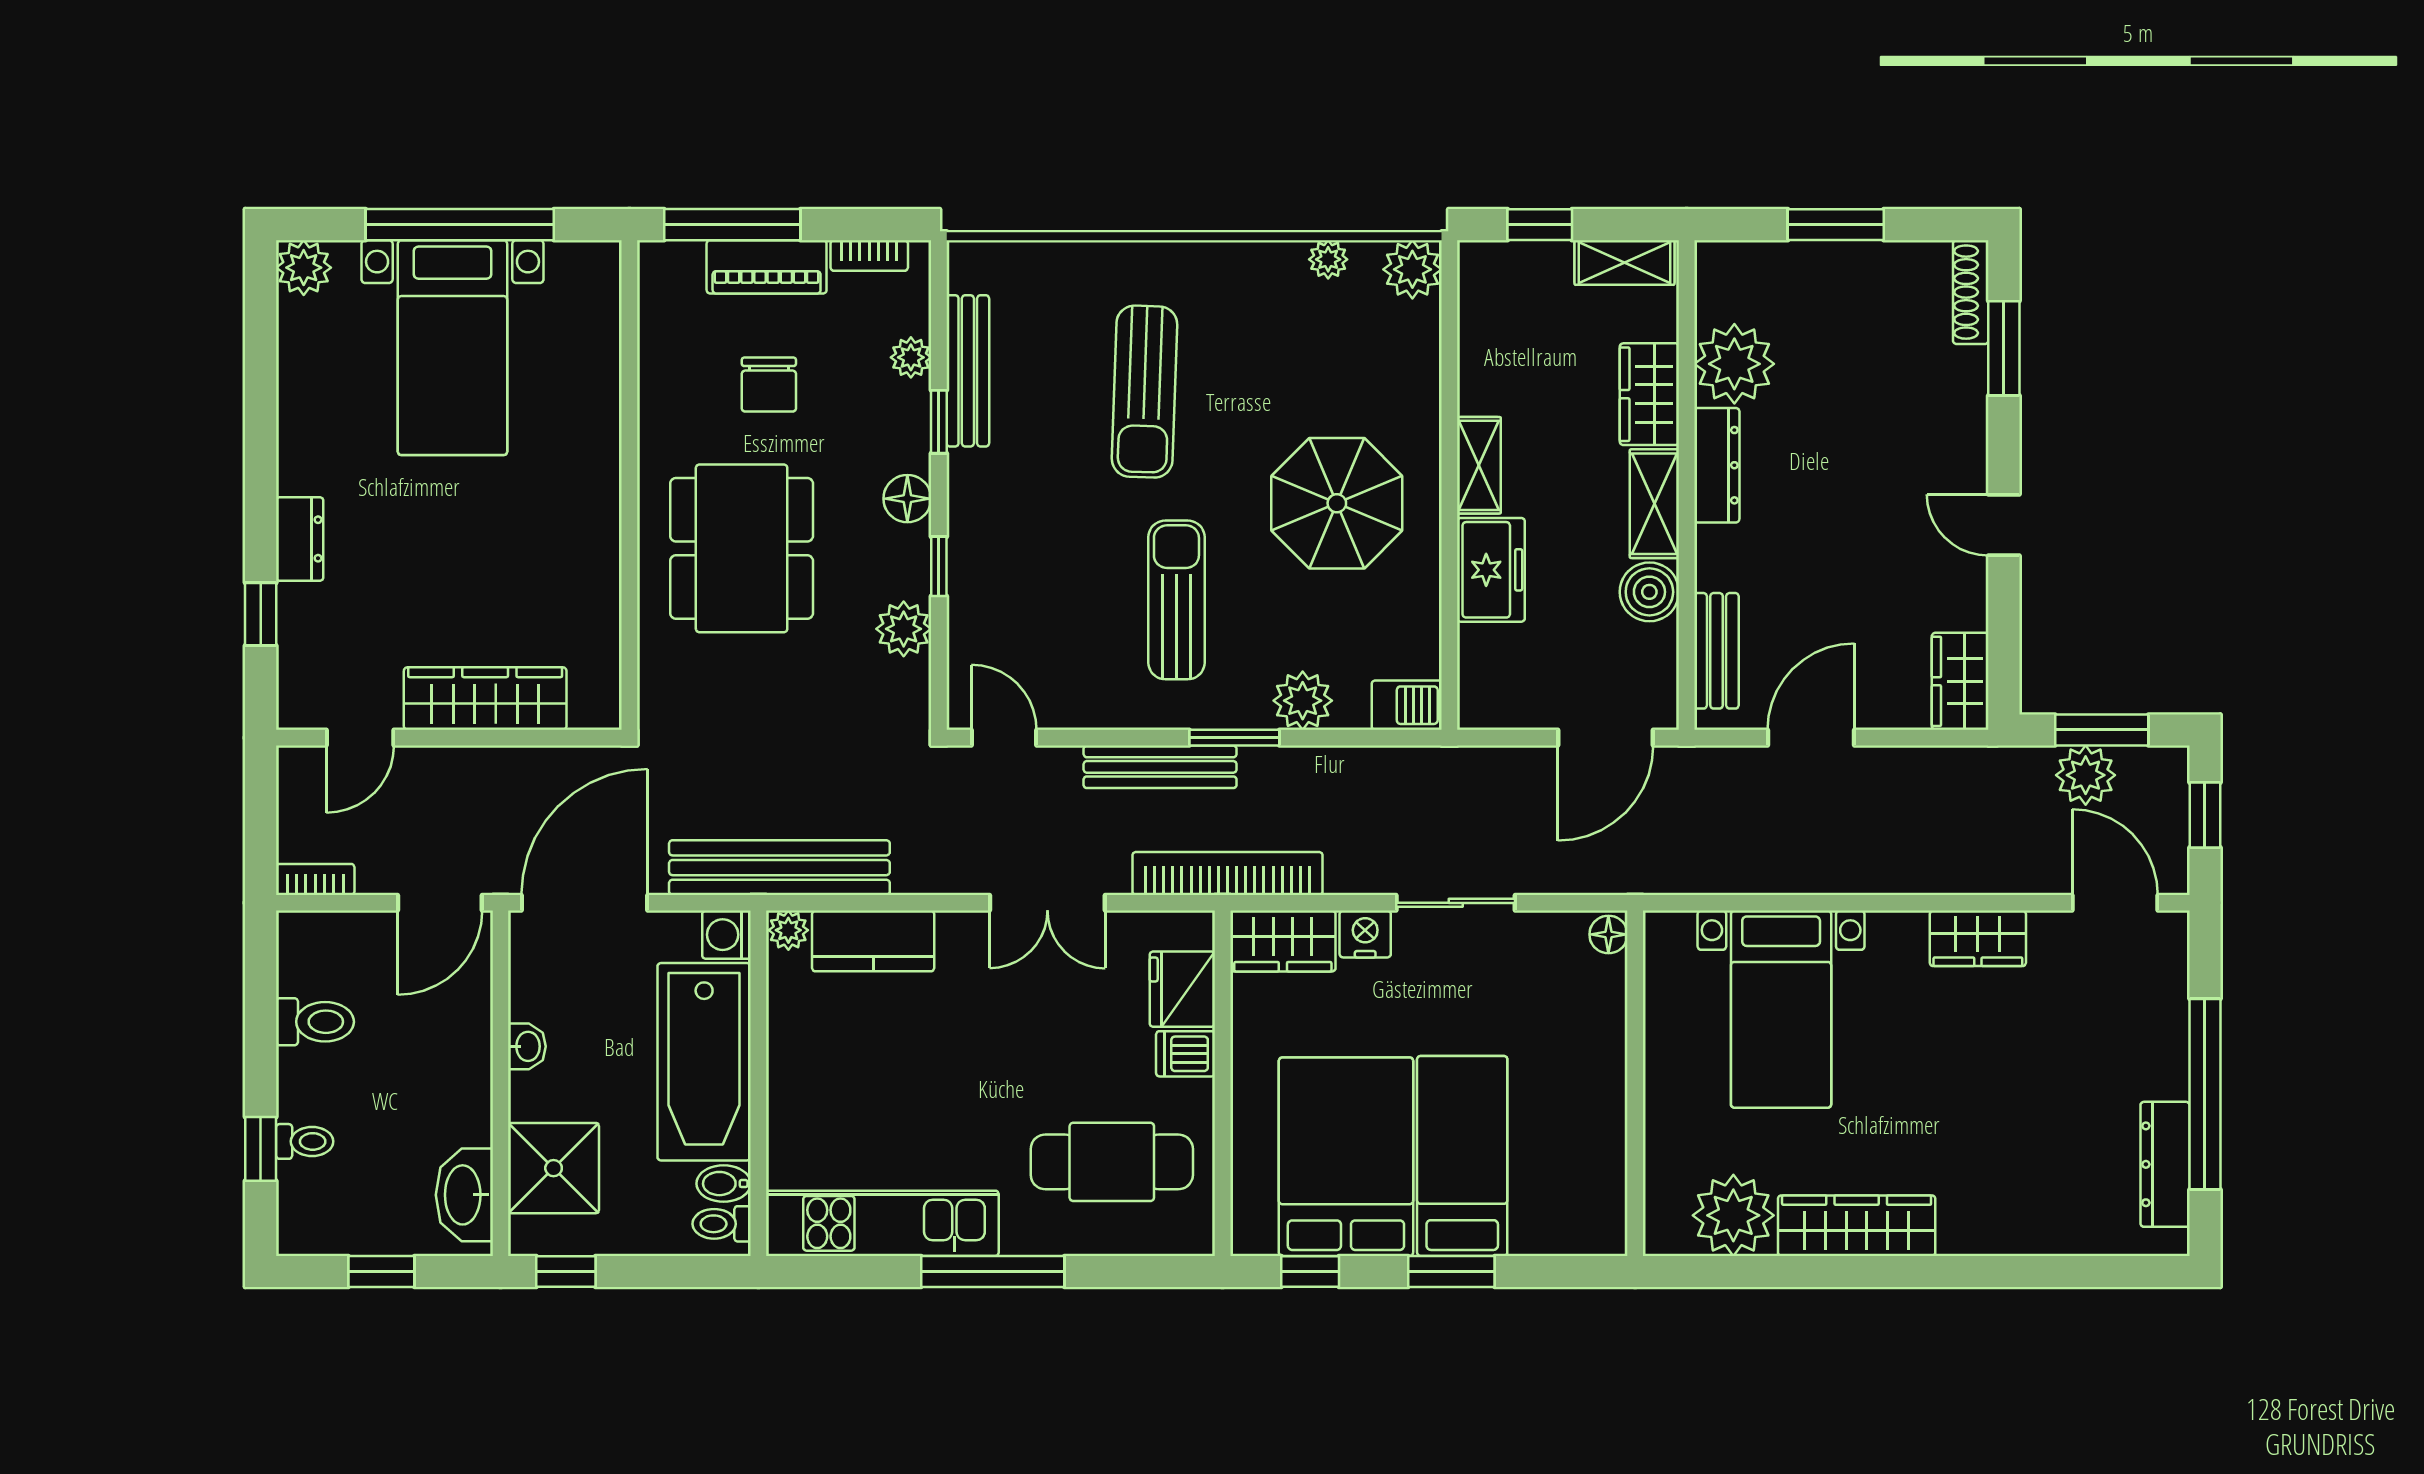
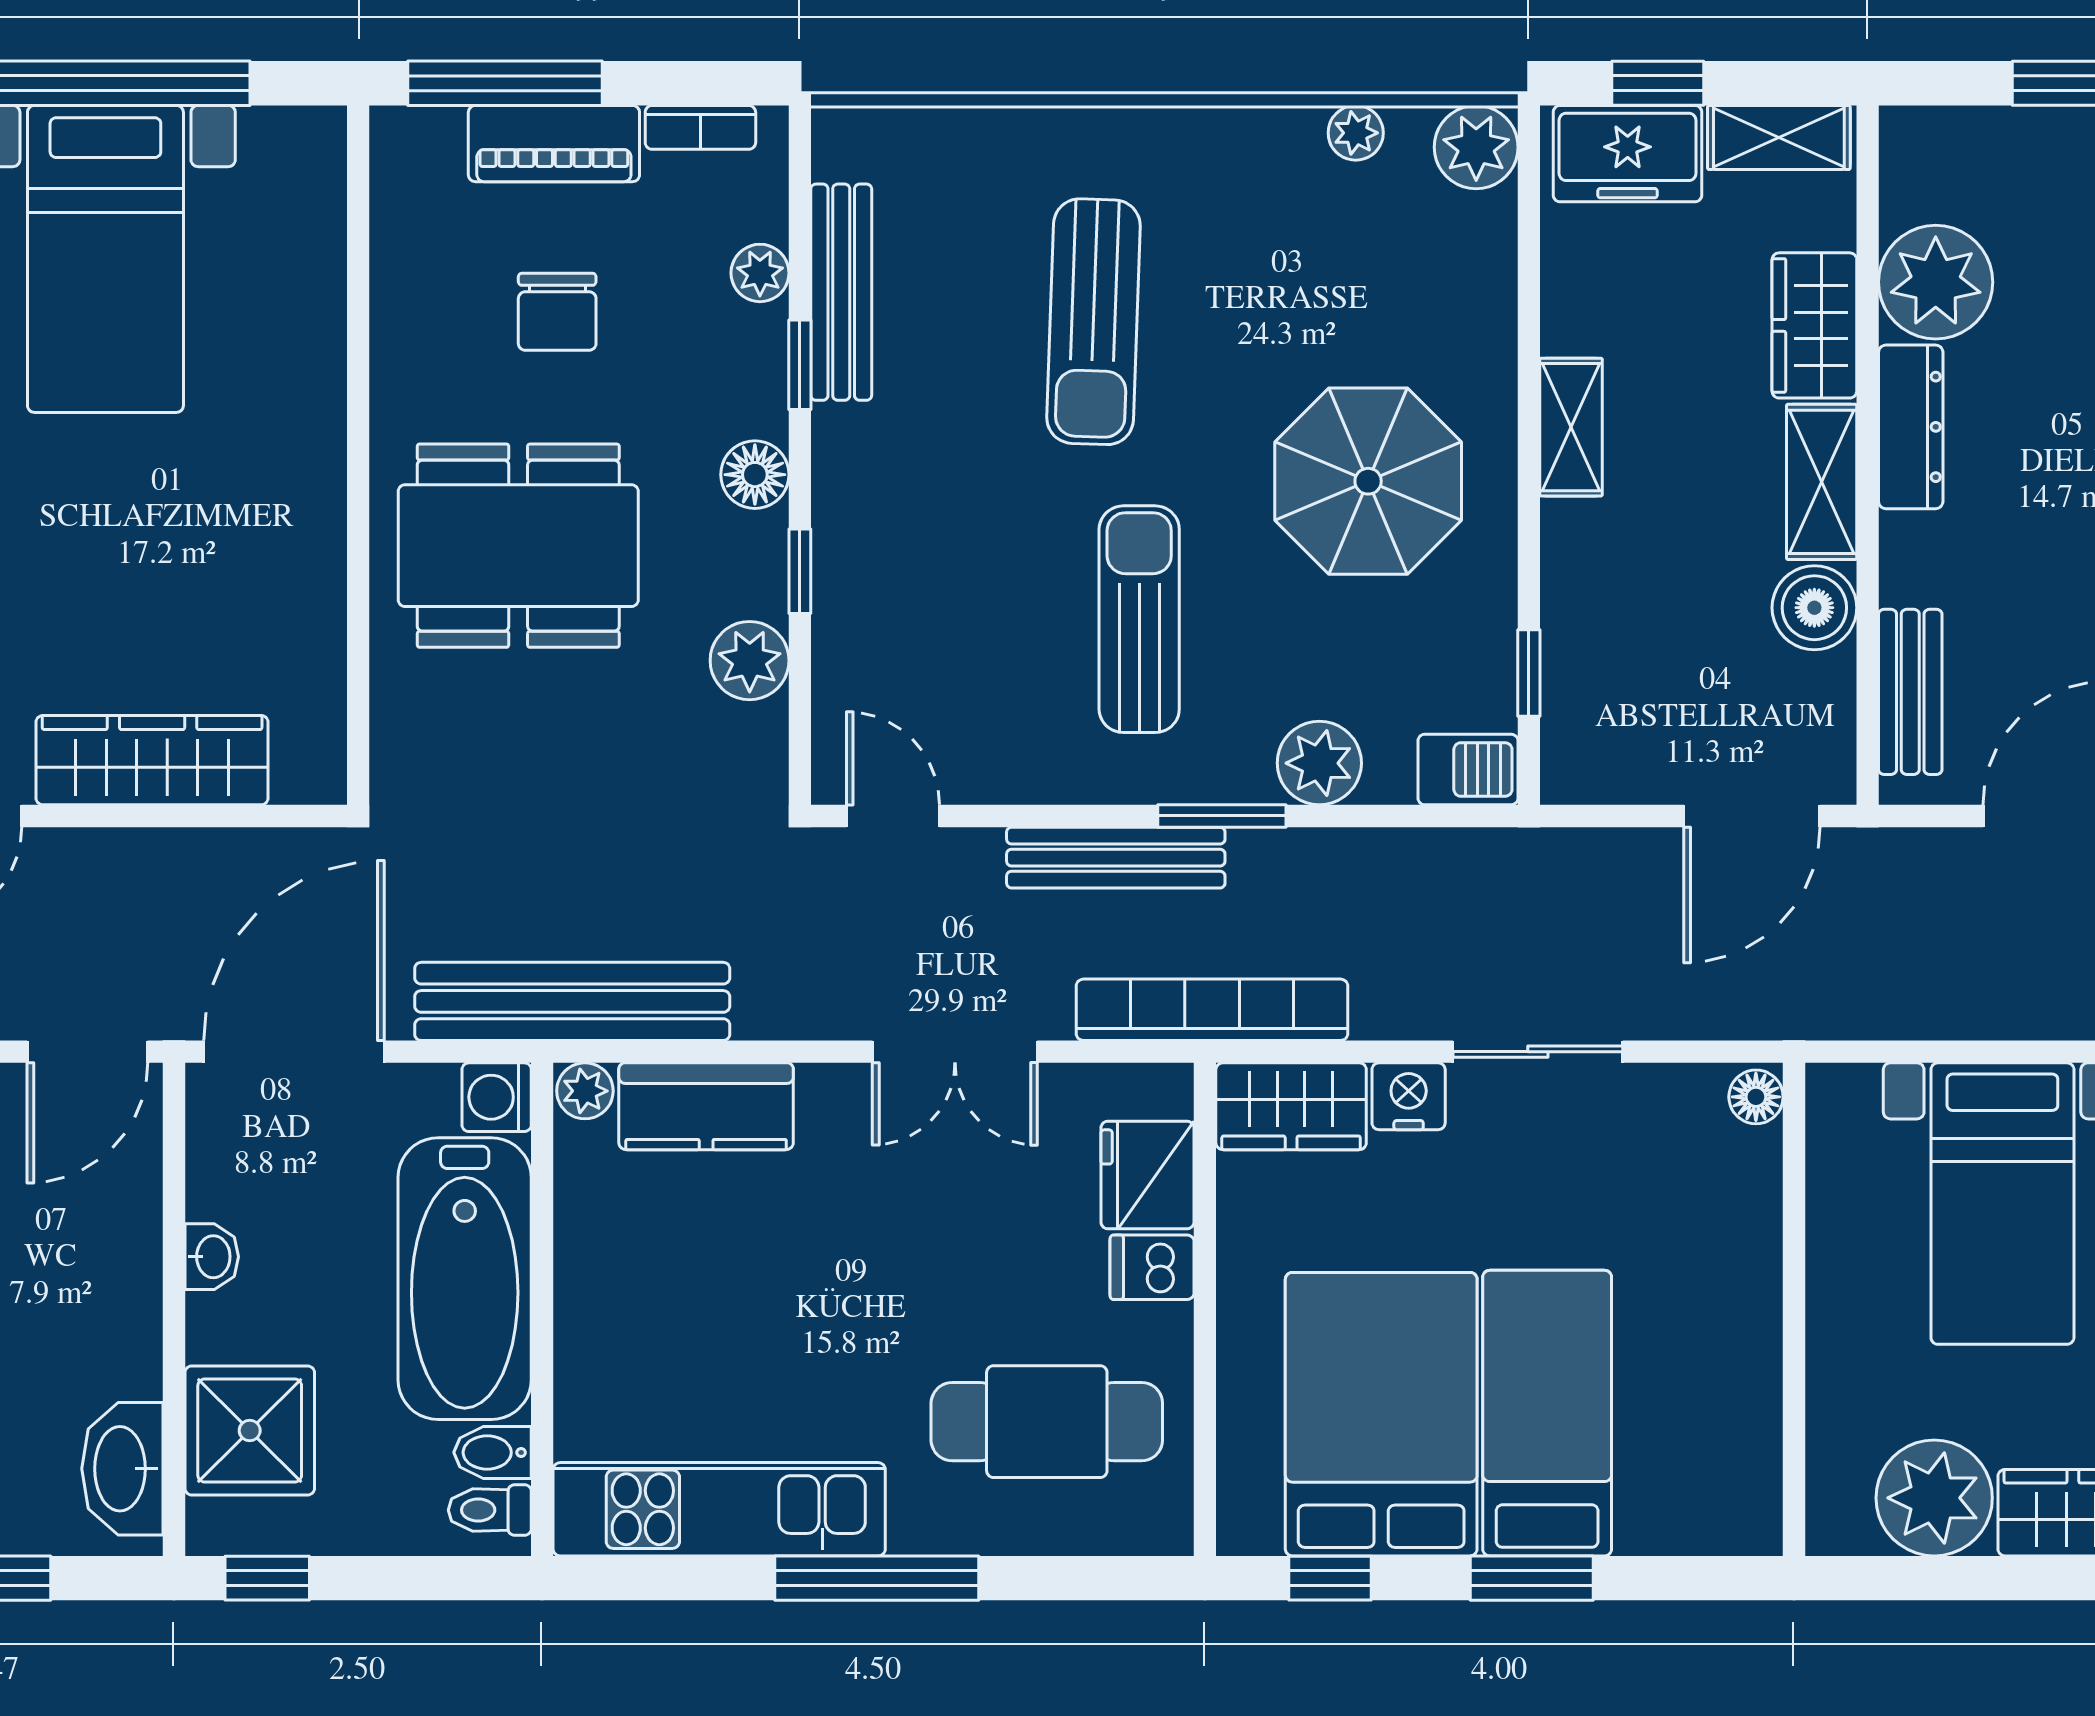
dining table: (742, 548) -> (518, 546), turned 90
freezer: (1491, 570) -> (1628, 154), moved, turned 90
window: (1449, 638) -> (1529, 673), added

